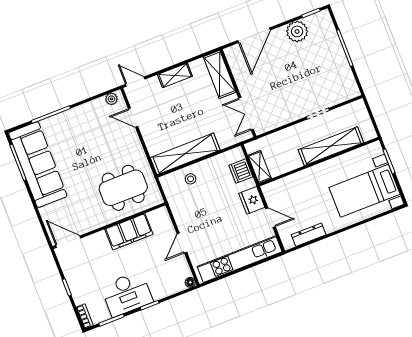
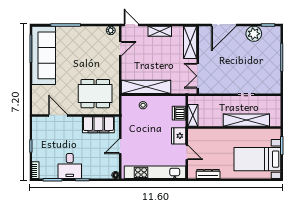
door: (133, 118) -> (120, 49), swing flipped
filing cabinet: (129, 232) -> (98, 125), moved
door: (68, 242) -> (58, 115), moved
desk: (127, 294) -> (70, 166), width x0.73

